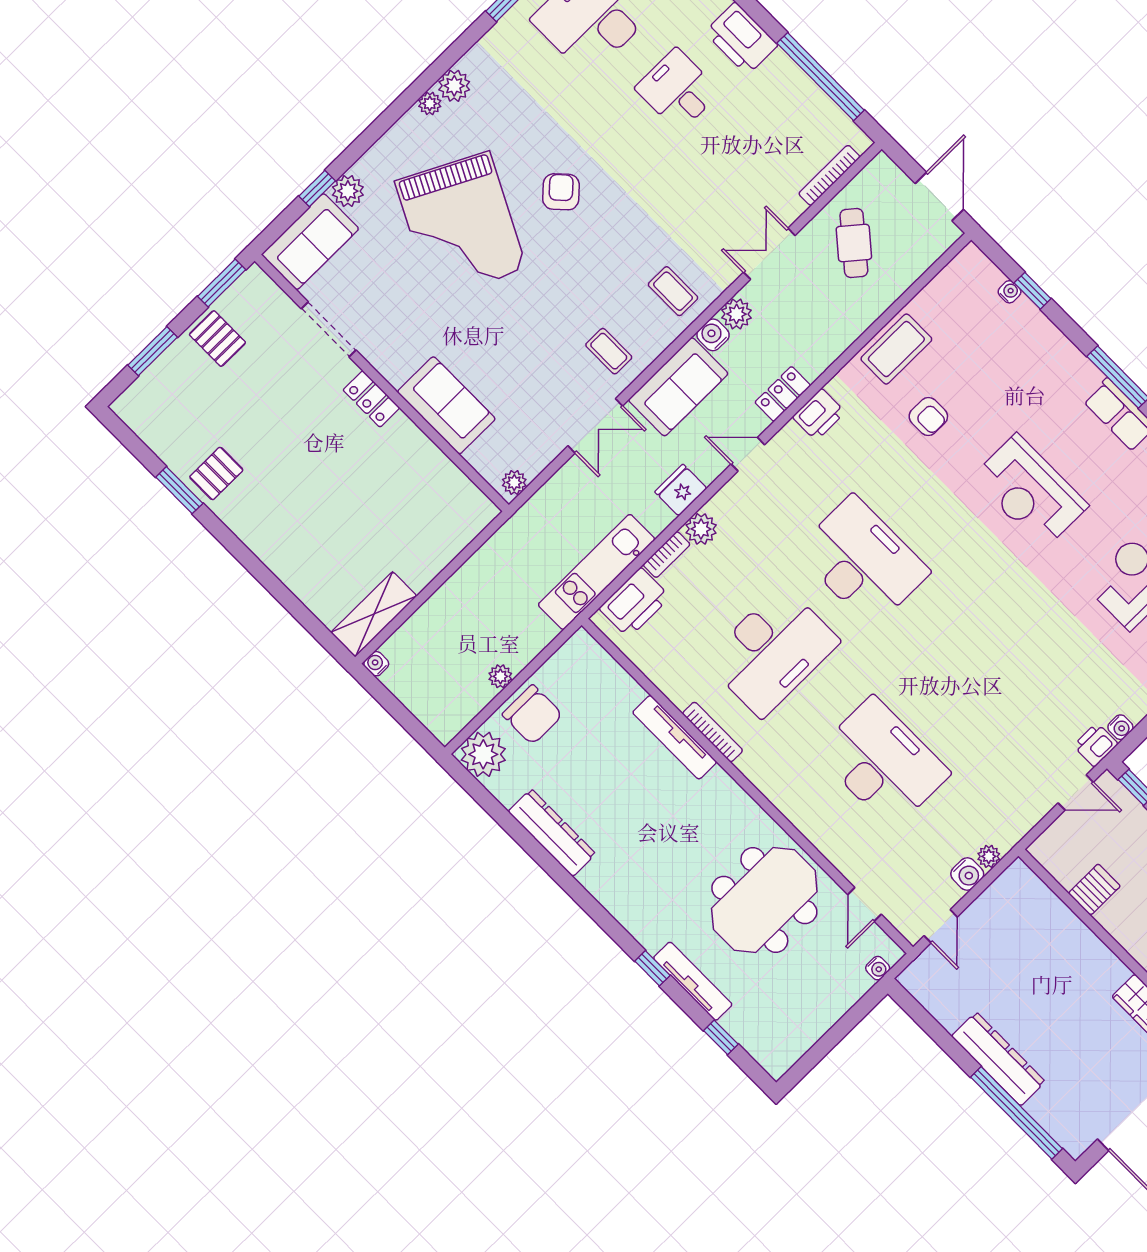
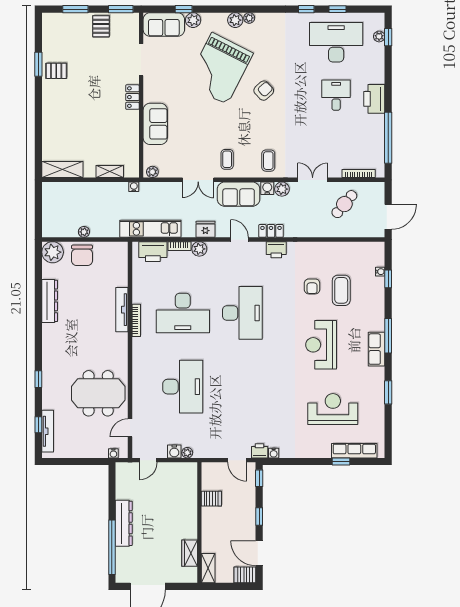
plant: (454, 86) -> (235, 20), moved
coffee table: (896, 349) -> (341, 290), moved, turned 90
shelving: (449, 546) -> (110, 172), added
water cooler: (376, 664) -> (134, 187), moved
tv unit: (693, 981) -> (48, 431), moved

